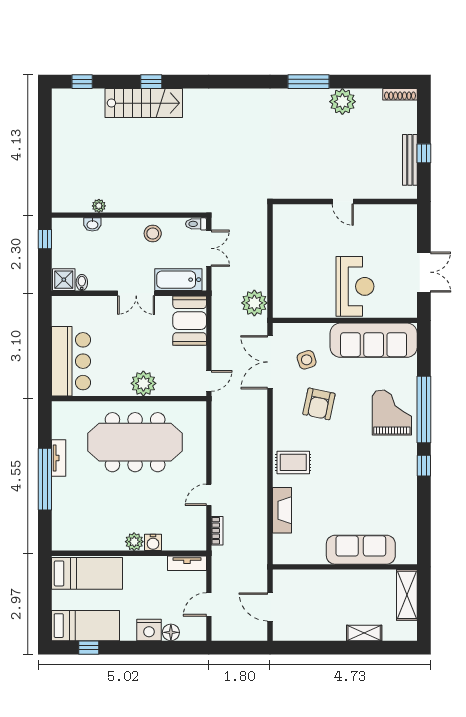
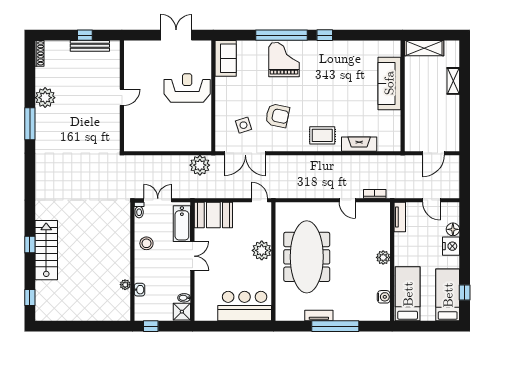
sofa: (374, 340) -> (226, 58), width x0.54, depth x0.79
grand piano: (392, 413) -> (284, 60), turned 90
rug: (293, 462) -> (322, 135), turned 90
water cooler: (153, 542) -> (384, 297), moved

